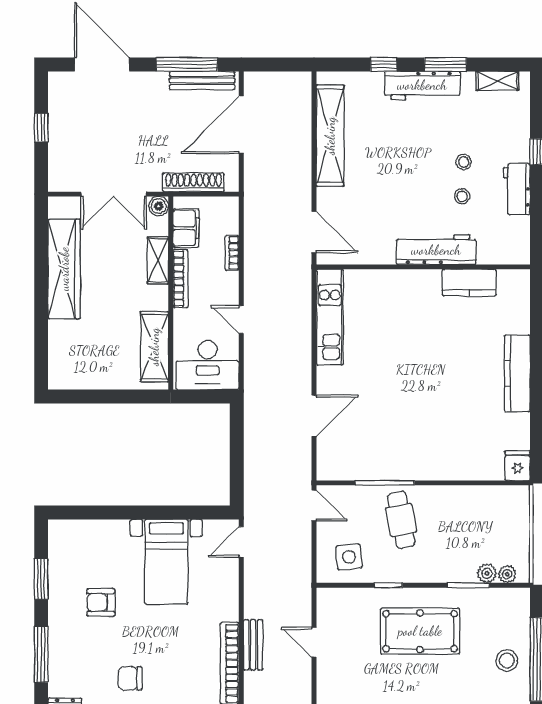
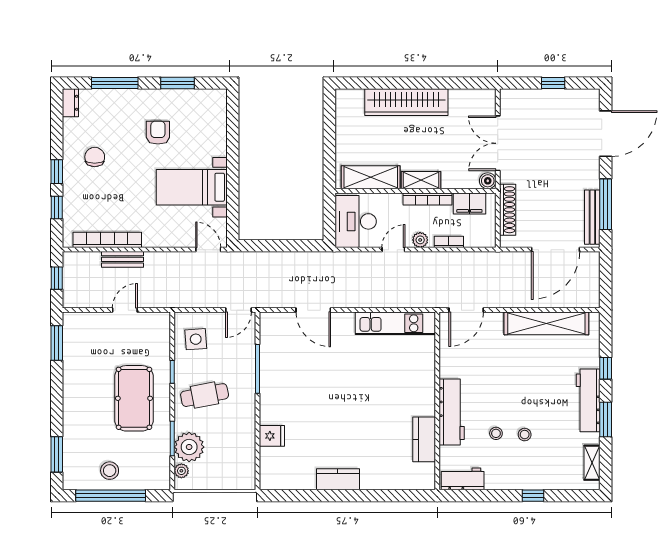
door: (241, 125) -> (556, 250), swing flipped
workbench: (517, 189) -> (463, 479), moved
shelving: (158, 260) -> (421, 180), moved
wardrobe: (64, 269) -> (406, 102), moved
plant: (230, 287) -> (420, 240), added
kitchen counter: (517, 373) -> (338, 479), width x0.67
fridge: (517, 466) -> (272, 436), moved
cafe table: (401, 520) -> (205, 395), moved
plant: (487, 573) -> (189, 447), width x1.87, depth x1.87

